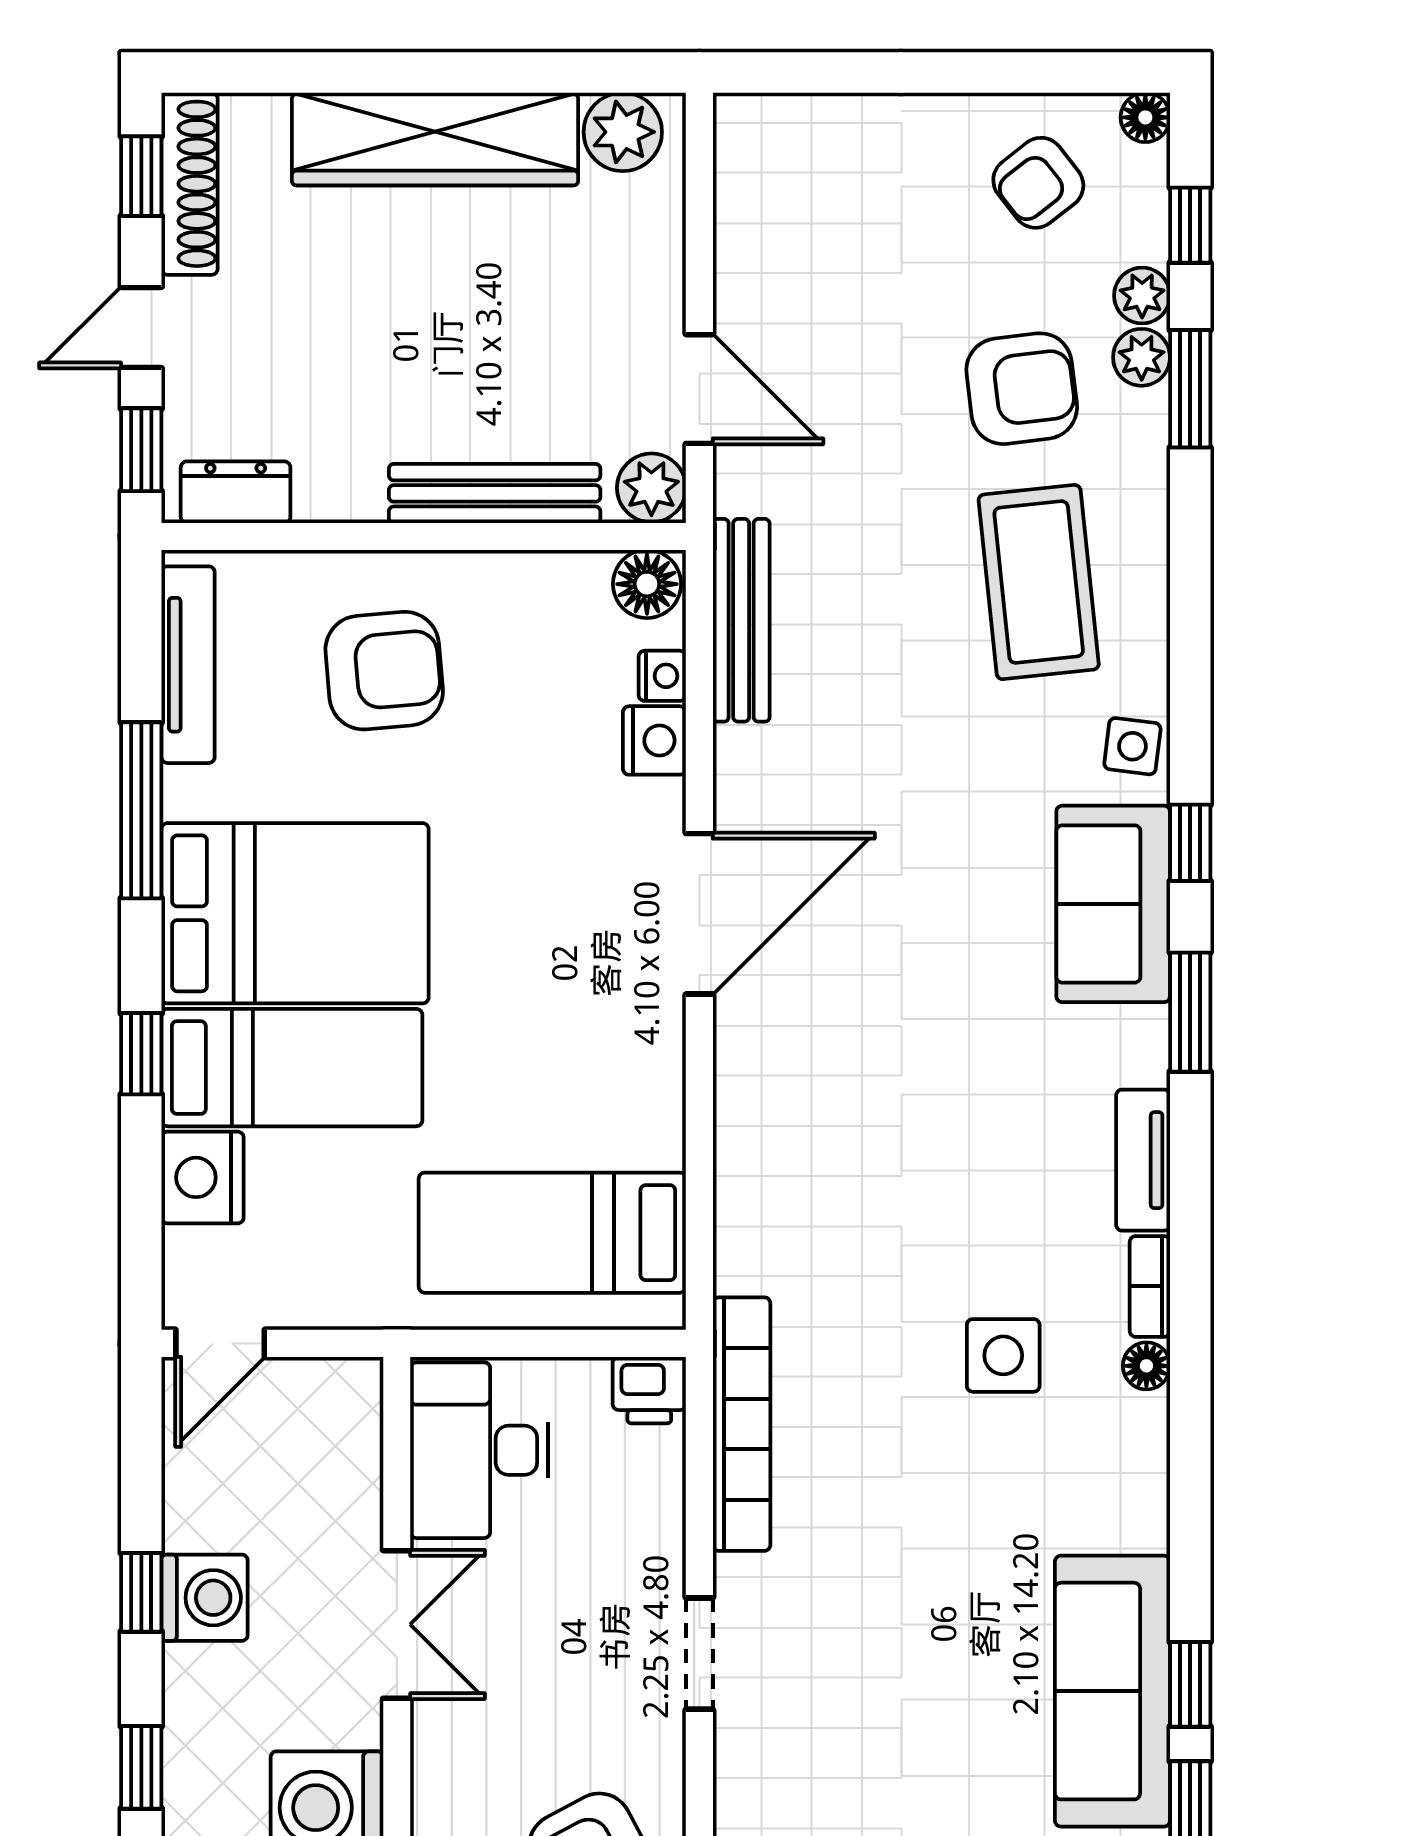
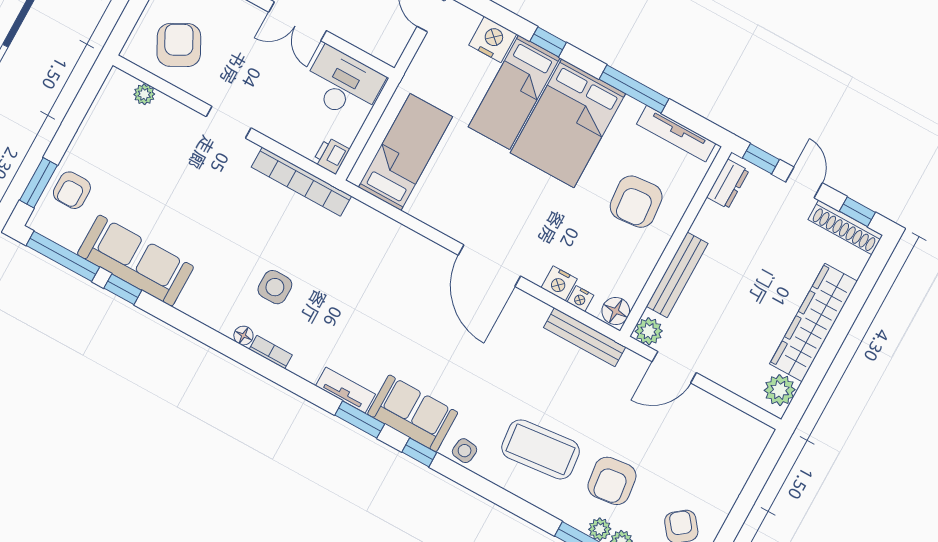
tv unit: (1143, 1160) -> (345, 390), moved

